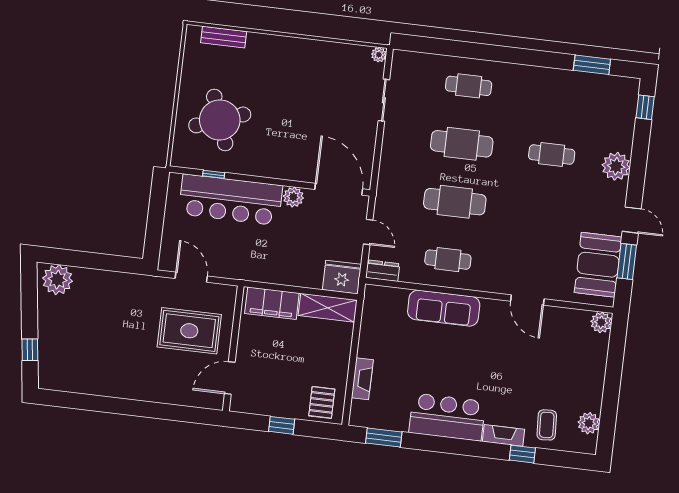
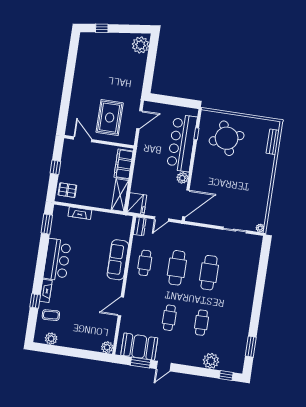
cafe table: (469, 86) -> (169, 318), moved
plant: (616, 166) -> (211, 361), moved

